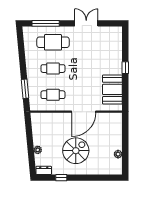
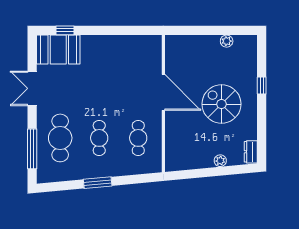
window: (125, 68) -> (65, 30), moved
window: (25, 89) -> (98, 183), moved
booth: (112, 89) -> (58, 49), moved
window: (61, 178) -> (262, 85), moved

